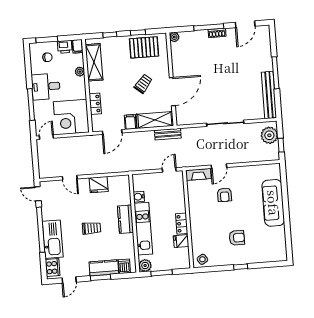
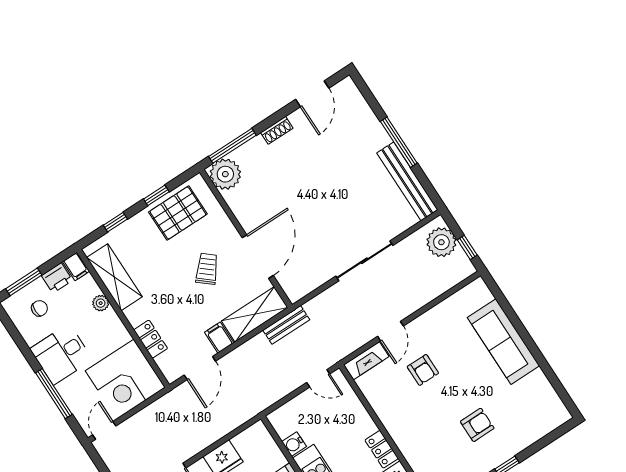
window: (209, 27) -> (232, 146), moved
plant: (174, 37) -> (225, 174), width x1.88, depth x1.88
door: (169, 170) -> (318, 378), swing flipped

